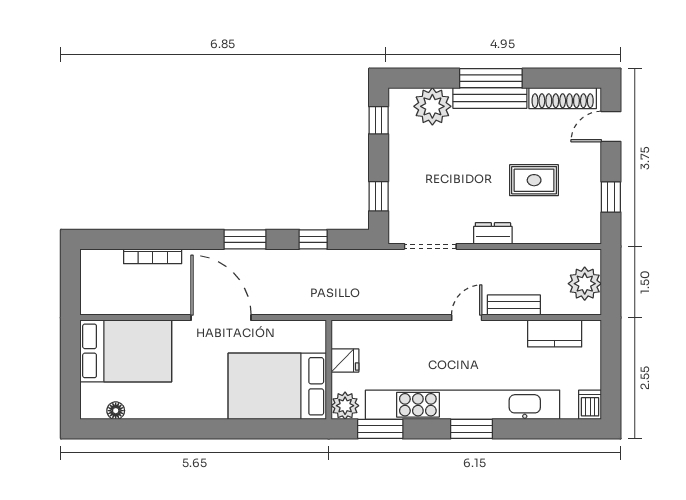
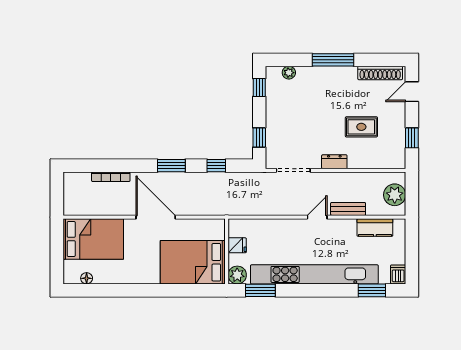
bench: (490, 98) -> (332, 73), removed
plant: (432, 106) -> (289, 73), width x0.53, depth x0.53
window: (471, 429) -> (372, 290), moved

